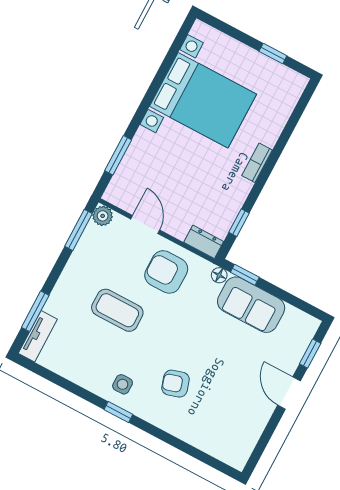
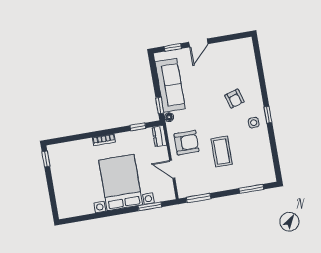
window: (273, 54) -> (46, 159), moved
bed with nightstands: (203, 100) -> (121, 182), moved
plant: (103, 216) -> (183, 192), removed
door: (145, 225) -> (172, 169), hinge flipped
armchair: (166, 272) -> (186, 143), turned -90
sofa: (251, 305) -> (170, 85), width x1.36
tv unit: (38, 336) -> (262, 179), removed

